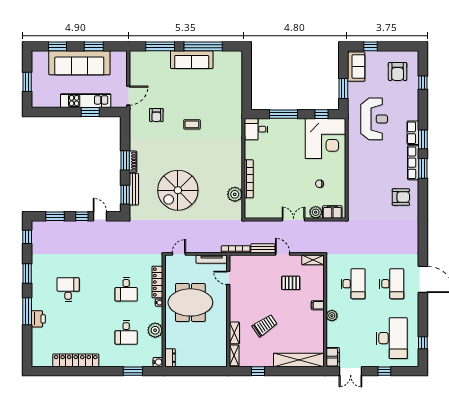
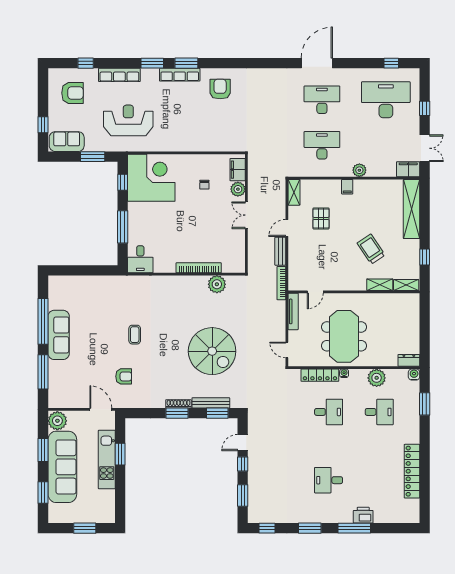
plant: (119, 59) -> (57, 421), added
row of seats: (413, 133) -> (119, 75), moved, width x1.48

